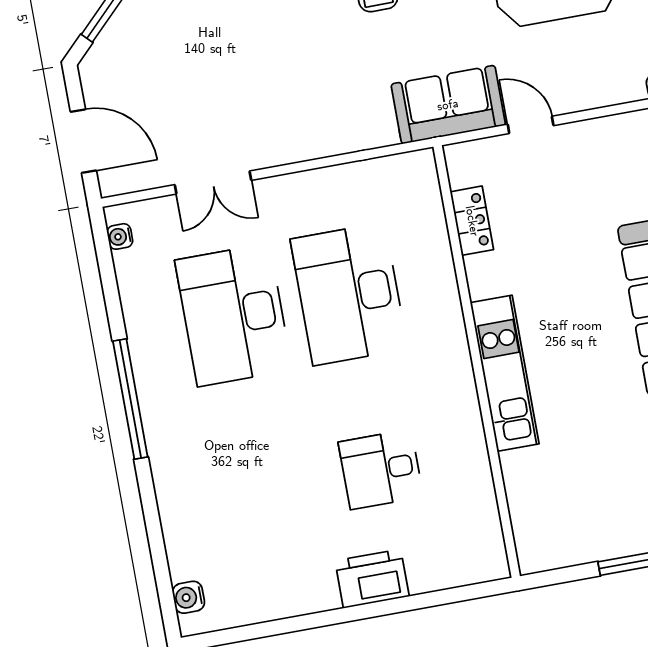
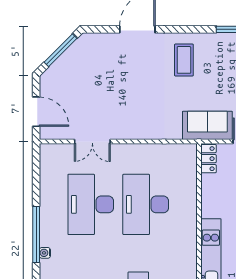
locker: (472, 221) -> (209, 159), moved
water cooler: (120, 236) -> (45, 253), moved

